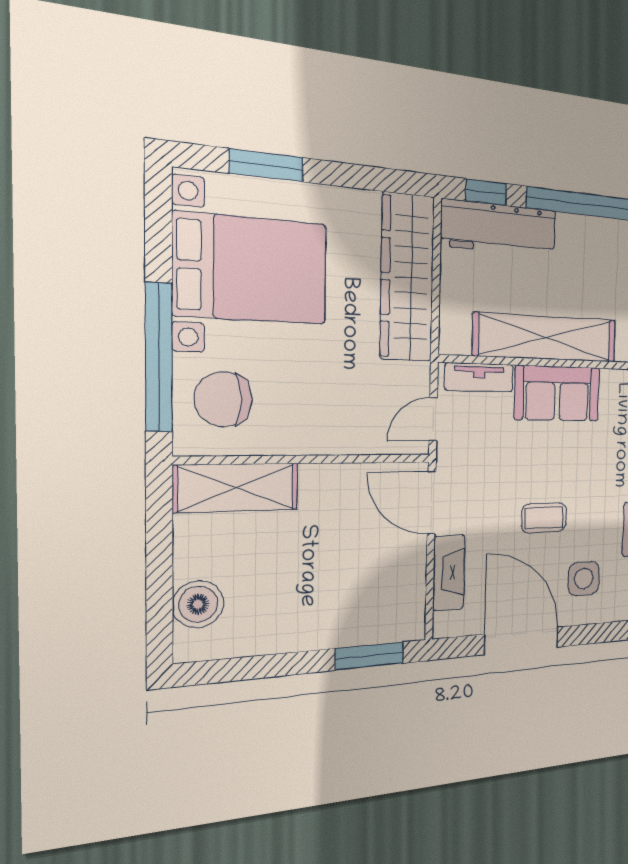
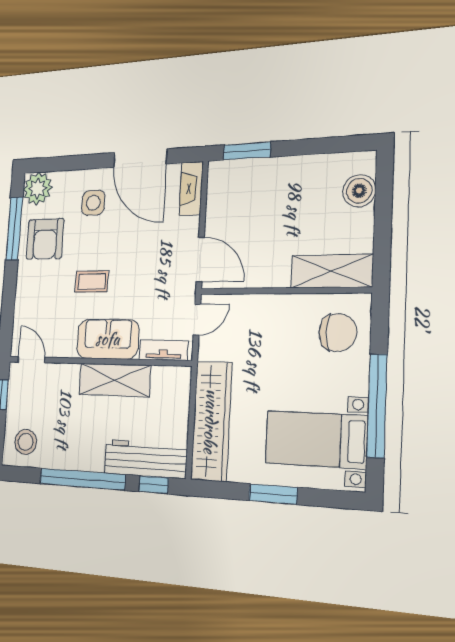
window: (266, 165) -> (273, 494), moved
bed with nightstands: (251, 269) -> (316, 439), width x0.73
shelving: (546, 338) -> (114, 380), width x0.68
window: (159, 357) -> (377, 406), moved
coffee table: (544, 518) -> (92, 282), moved
fireplace: (449, 573) -> (191, 188), moved

